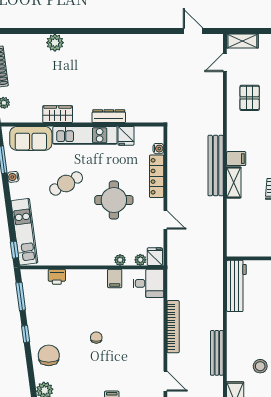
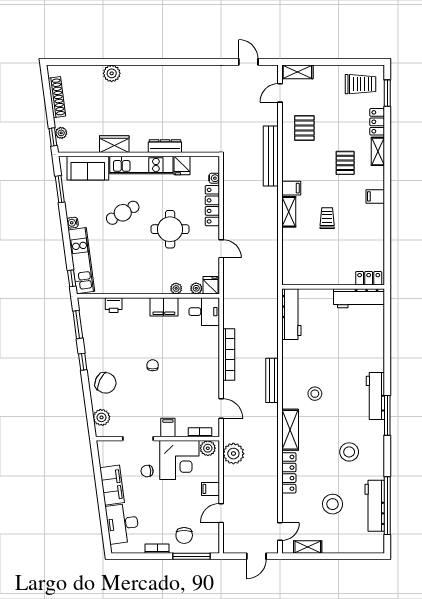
bench: (216, 166) -> (271, 156), moved
water cooler: (13, 177) -> (73, 223), moved
filing cabinet: (115, 278) -> (164, 307), width x2.00
chair: (49, 355) -> (106, 383), turned 115

